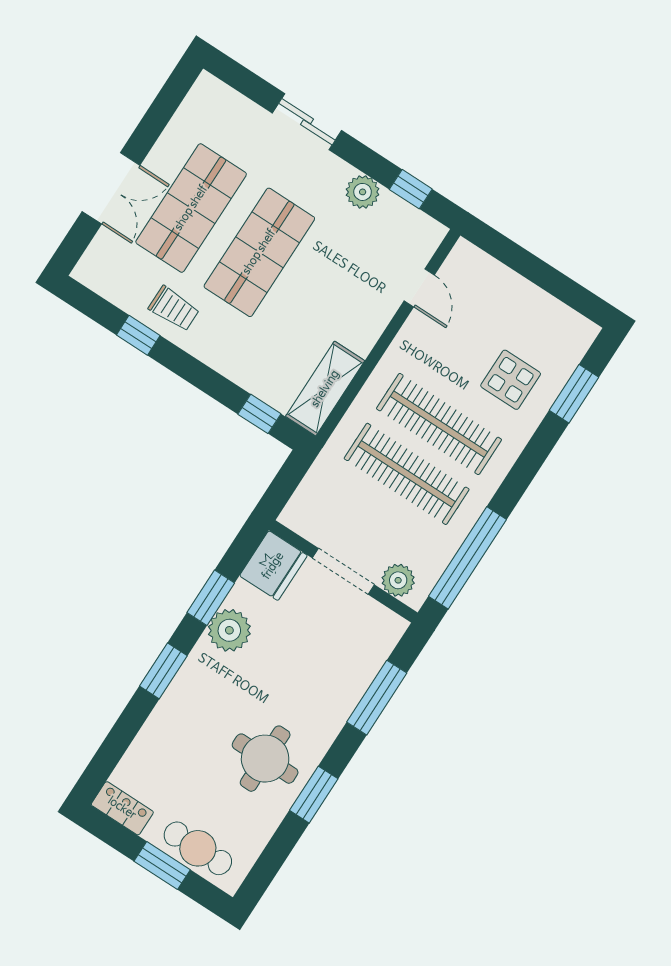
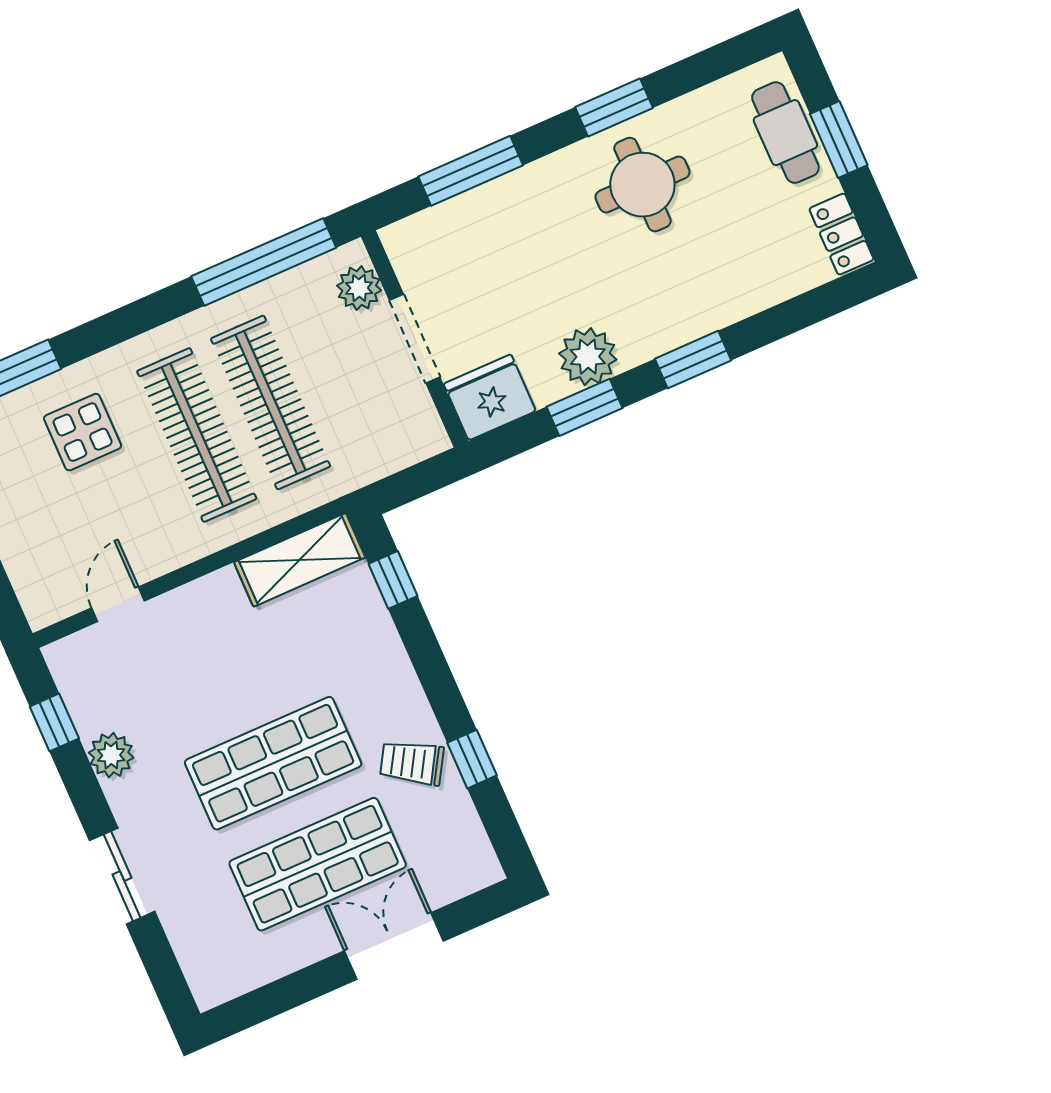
trolley: (174, 309) -> (412, 763), turned -59

